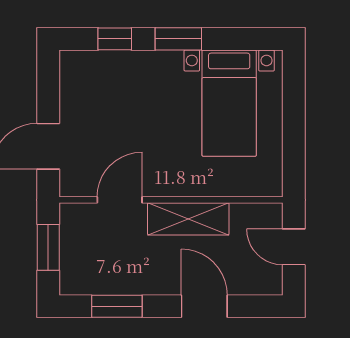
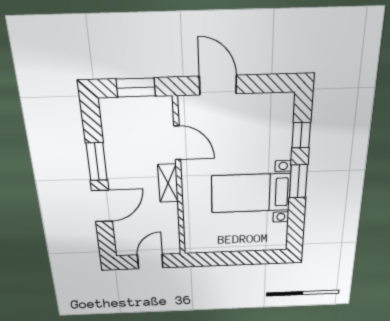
bed with nightstands: (229, 103) -> (251, 193), moved
shelving: (188, 219) -> (168, 183), width x0.67, depth x0.75
window: (117, 306) -> (97, 162), moved

